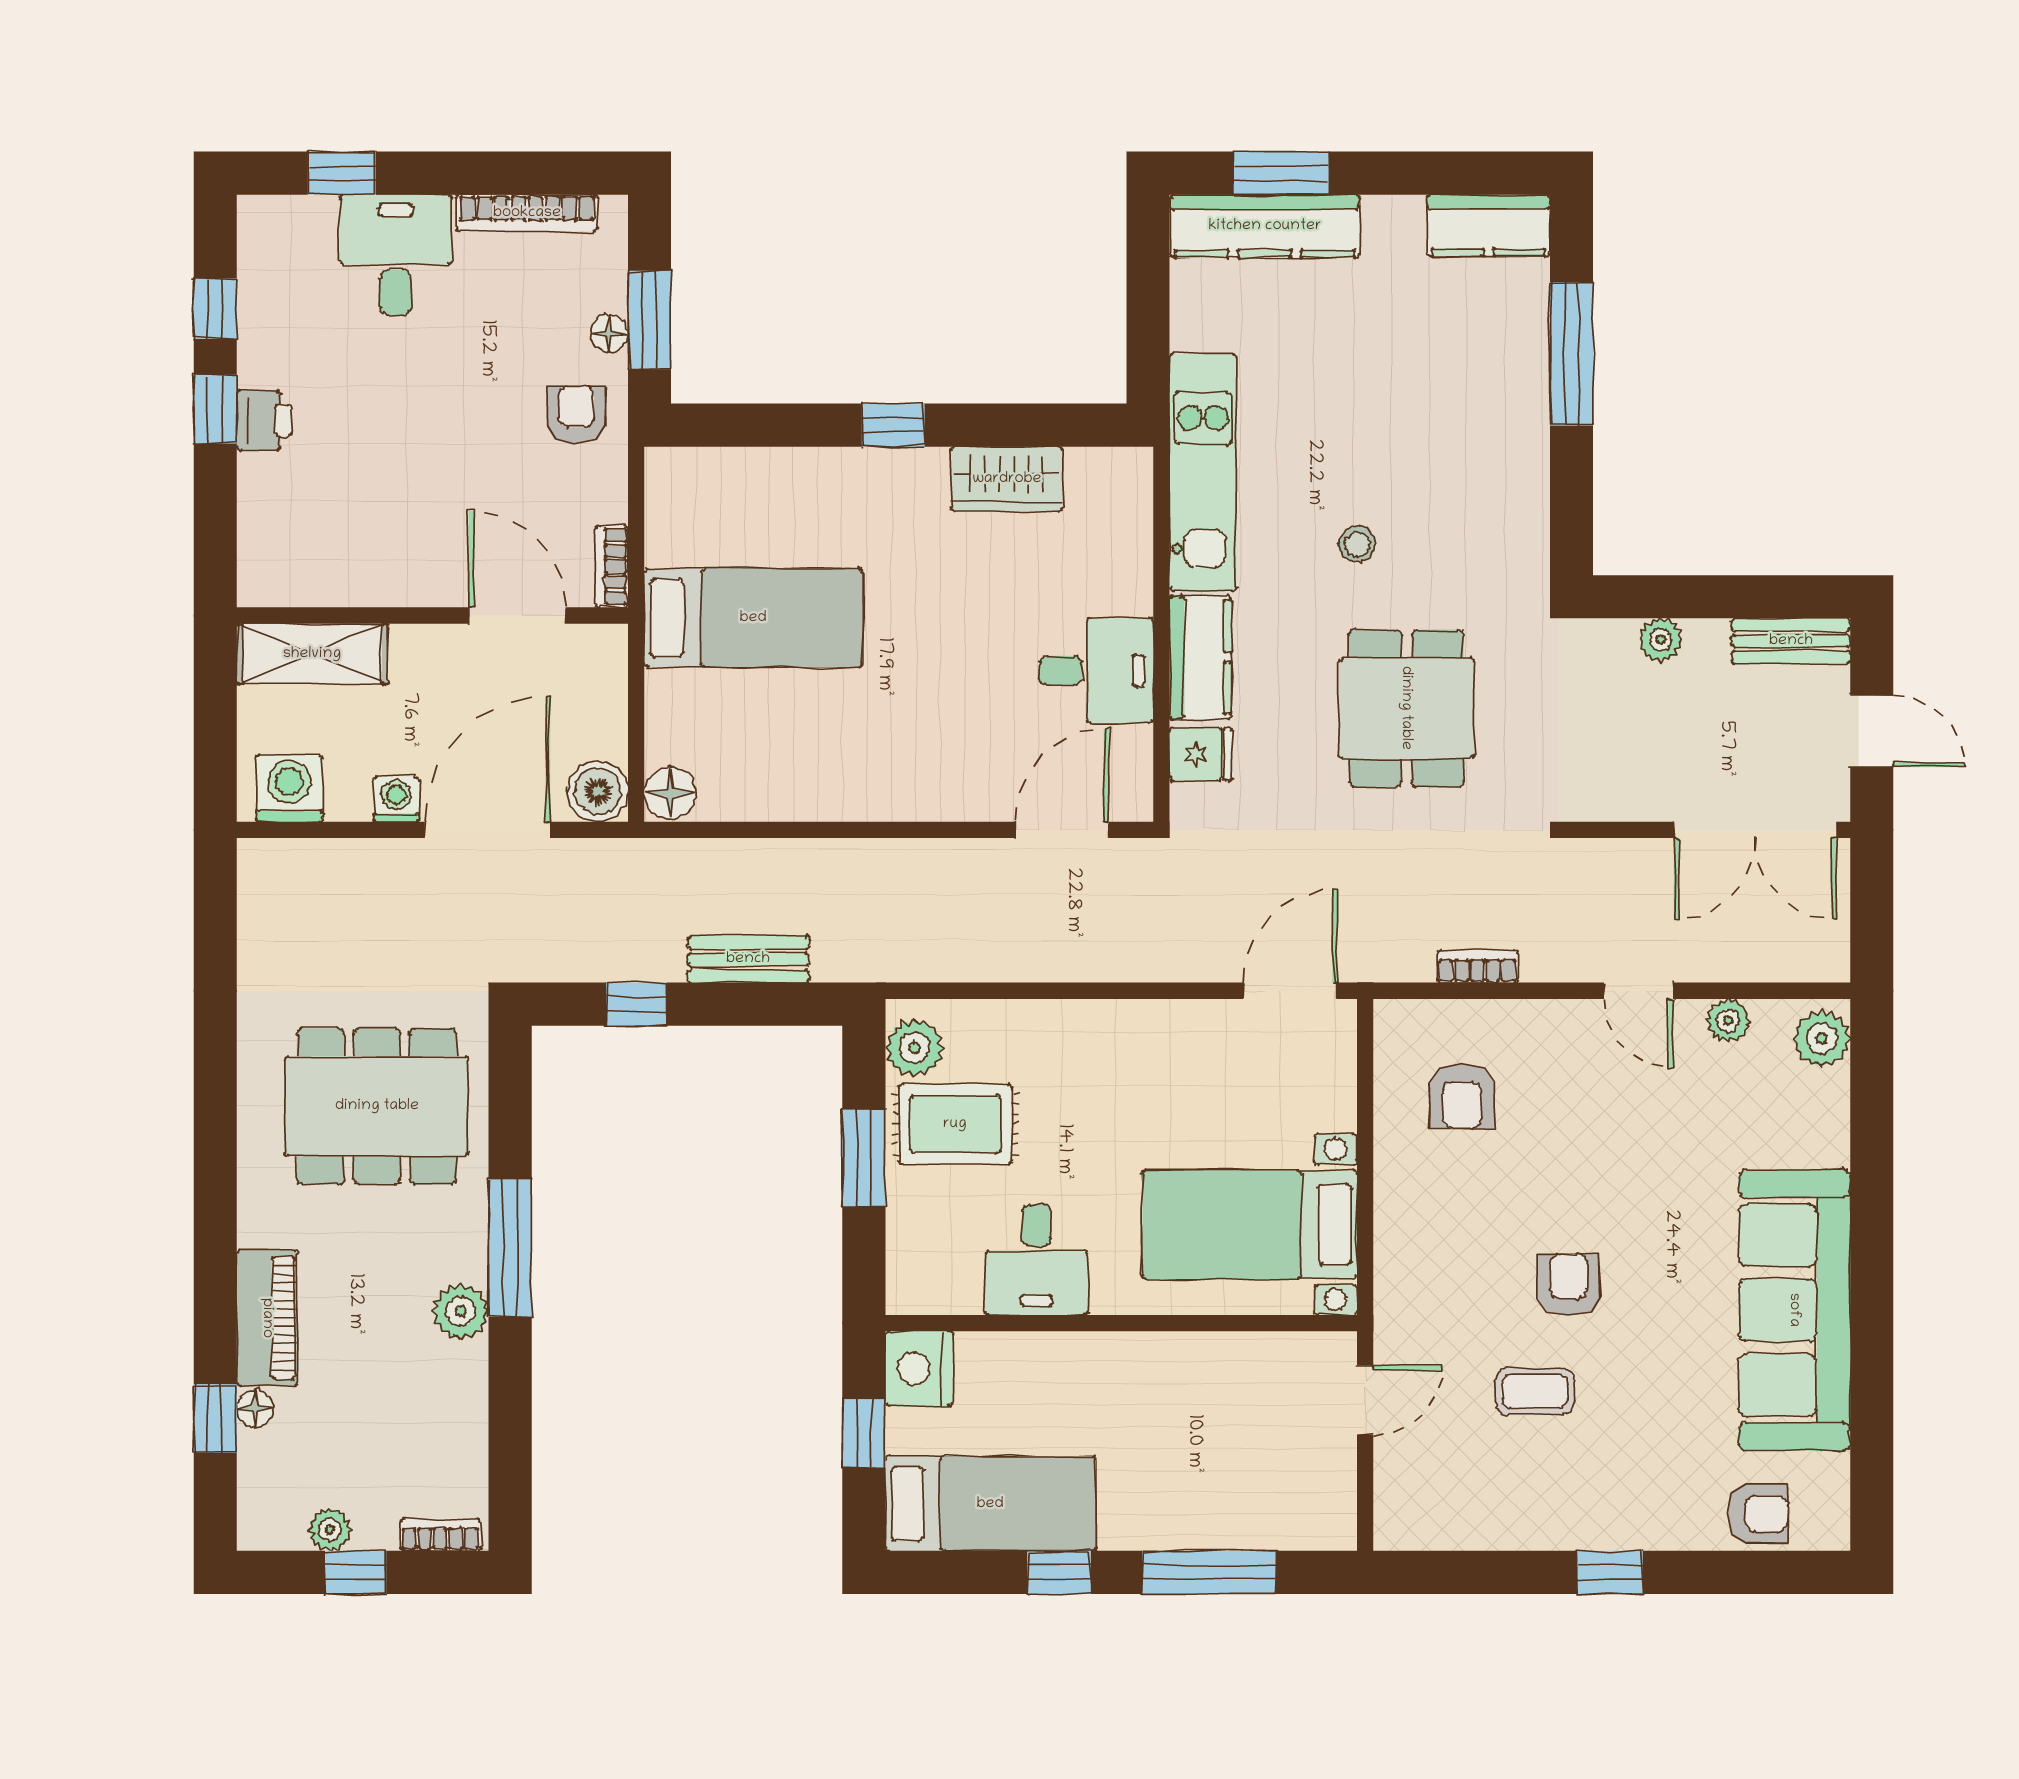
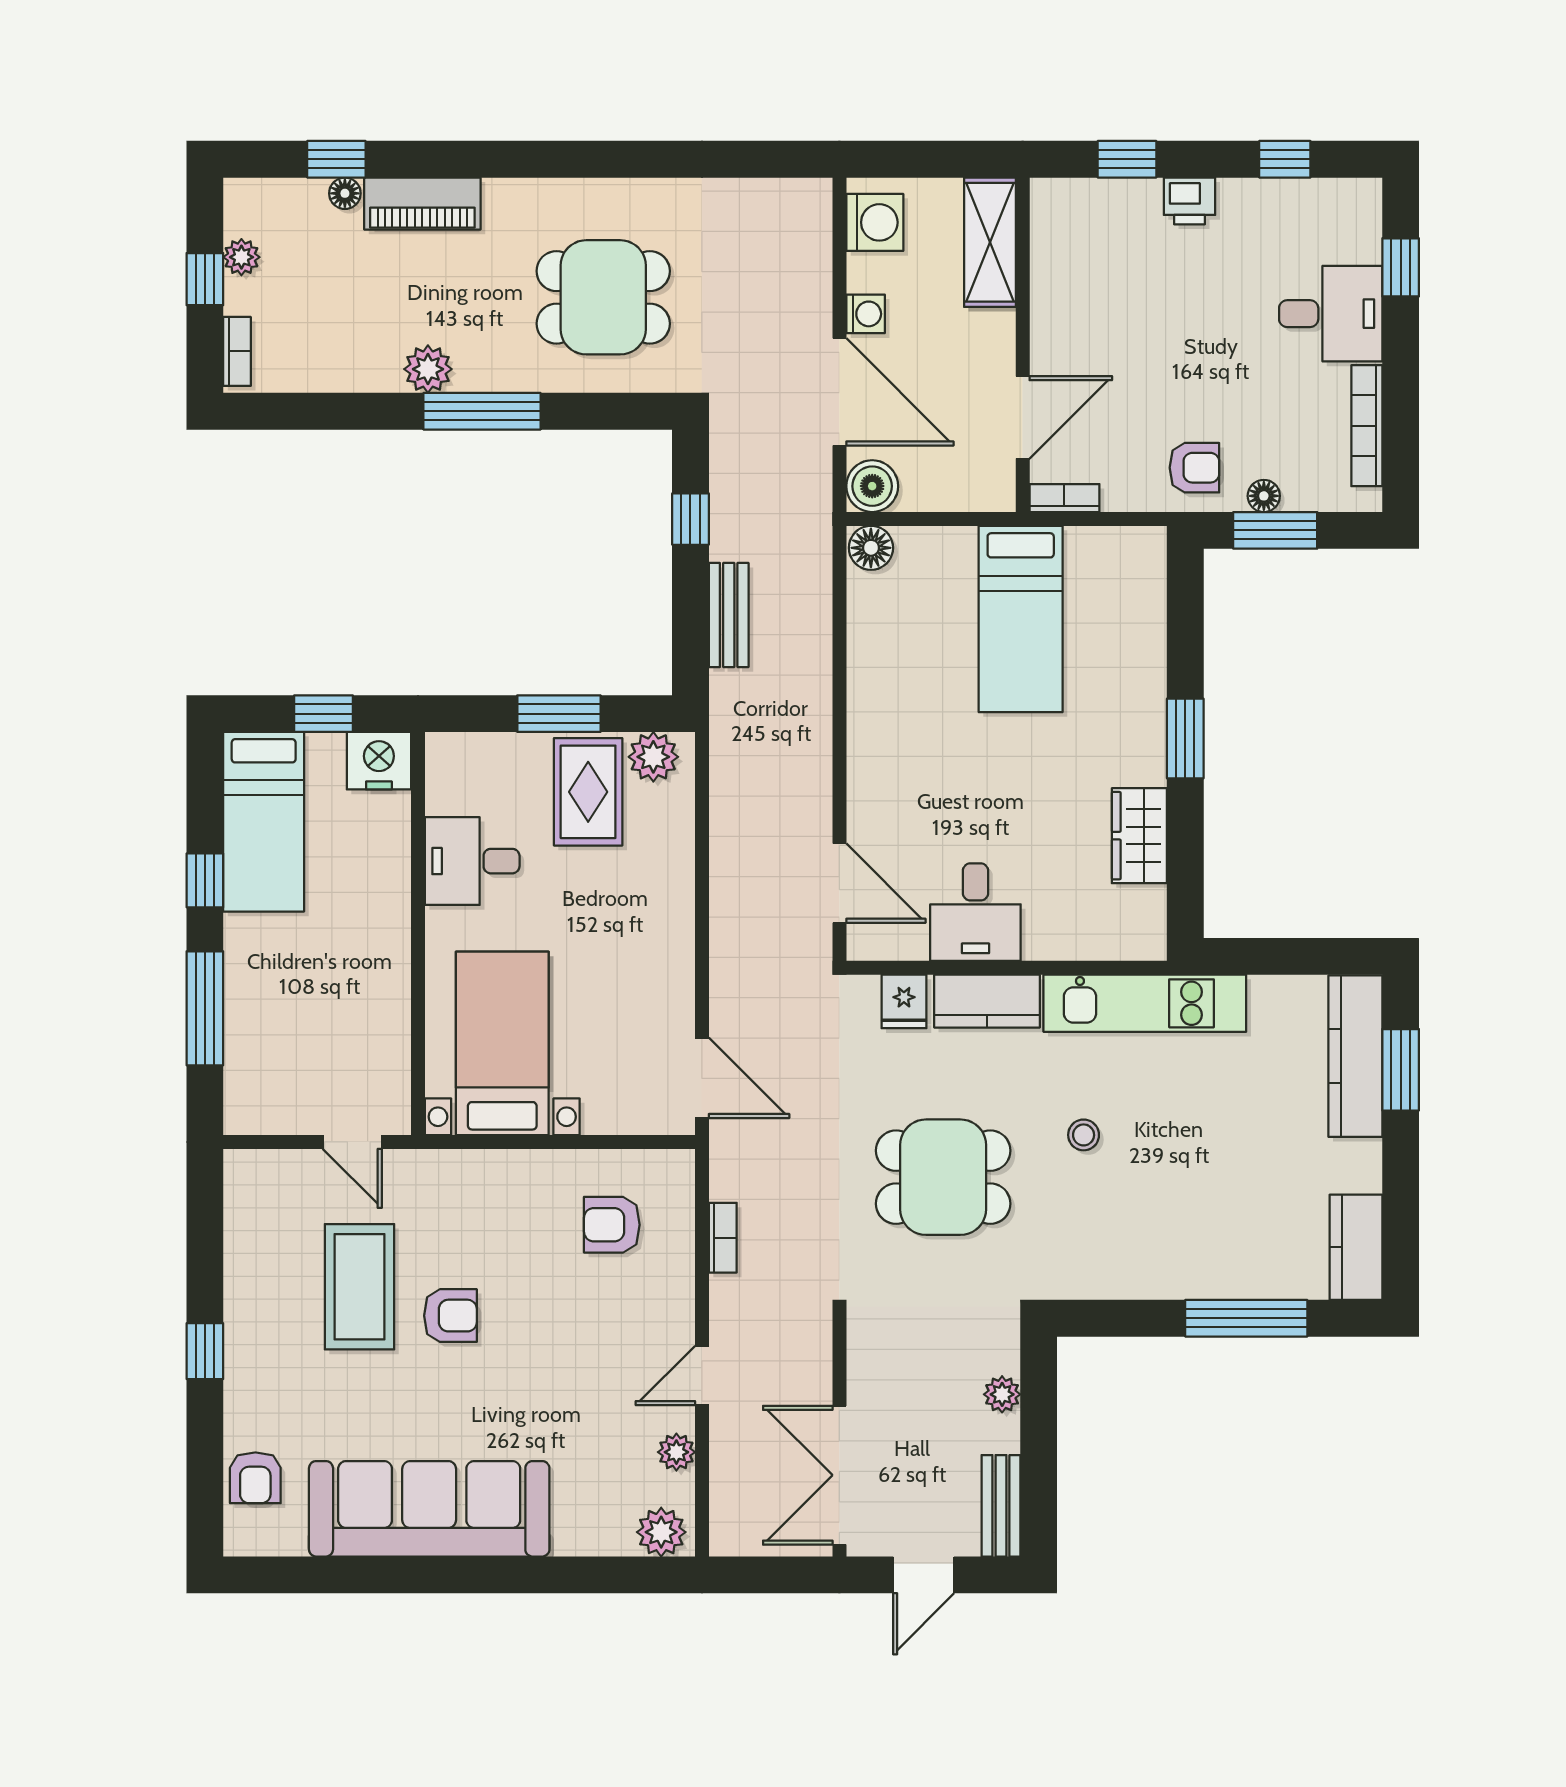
window: (215, 409) -> (1127, 159), moved
window: (893, 425) -> (1185, 739), width x1.50
dining table: (377, 1106) -> (603, 297), width x0.73
coffee table: (1535, 1391) -> (359, 1287), width x1.86, depth x1.72

